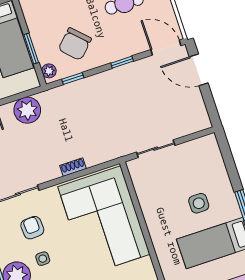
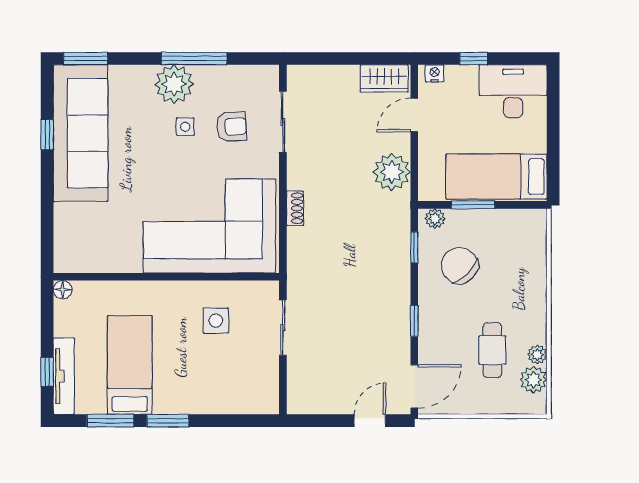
door: (199, 70) -> (370, 421), width x0.73
side table: (199, 203) -> (216, 321), moved

